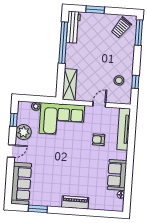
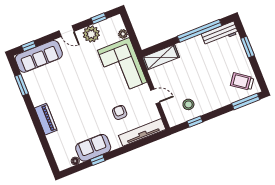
window: (129, 176) -> (98, 160), added
window: (9, 188) -> (29, 46), added

